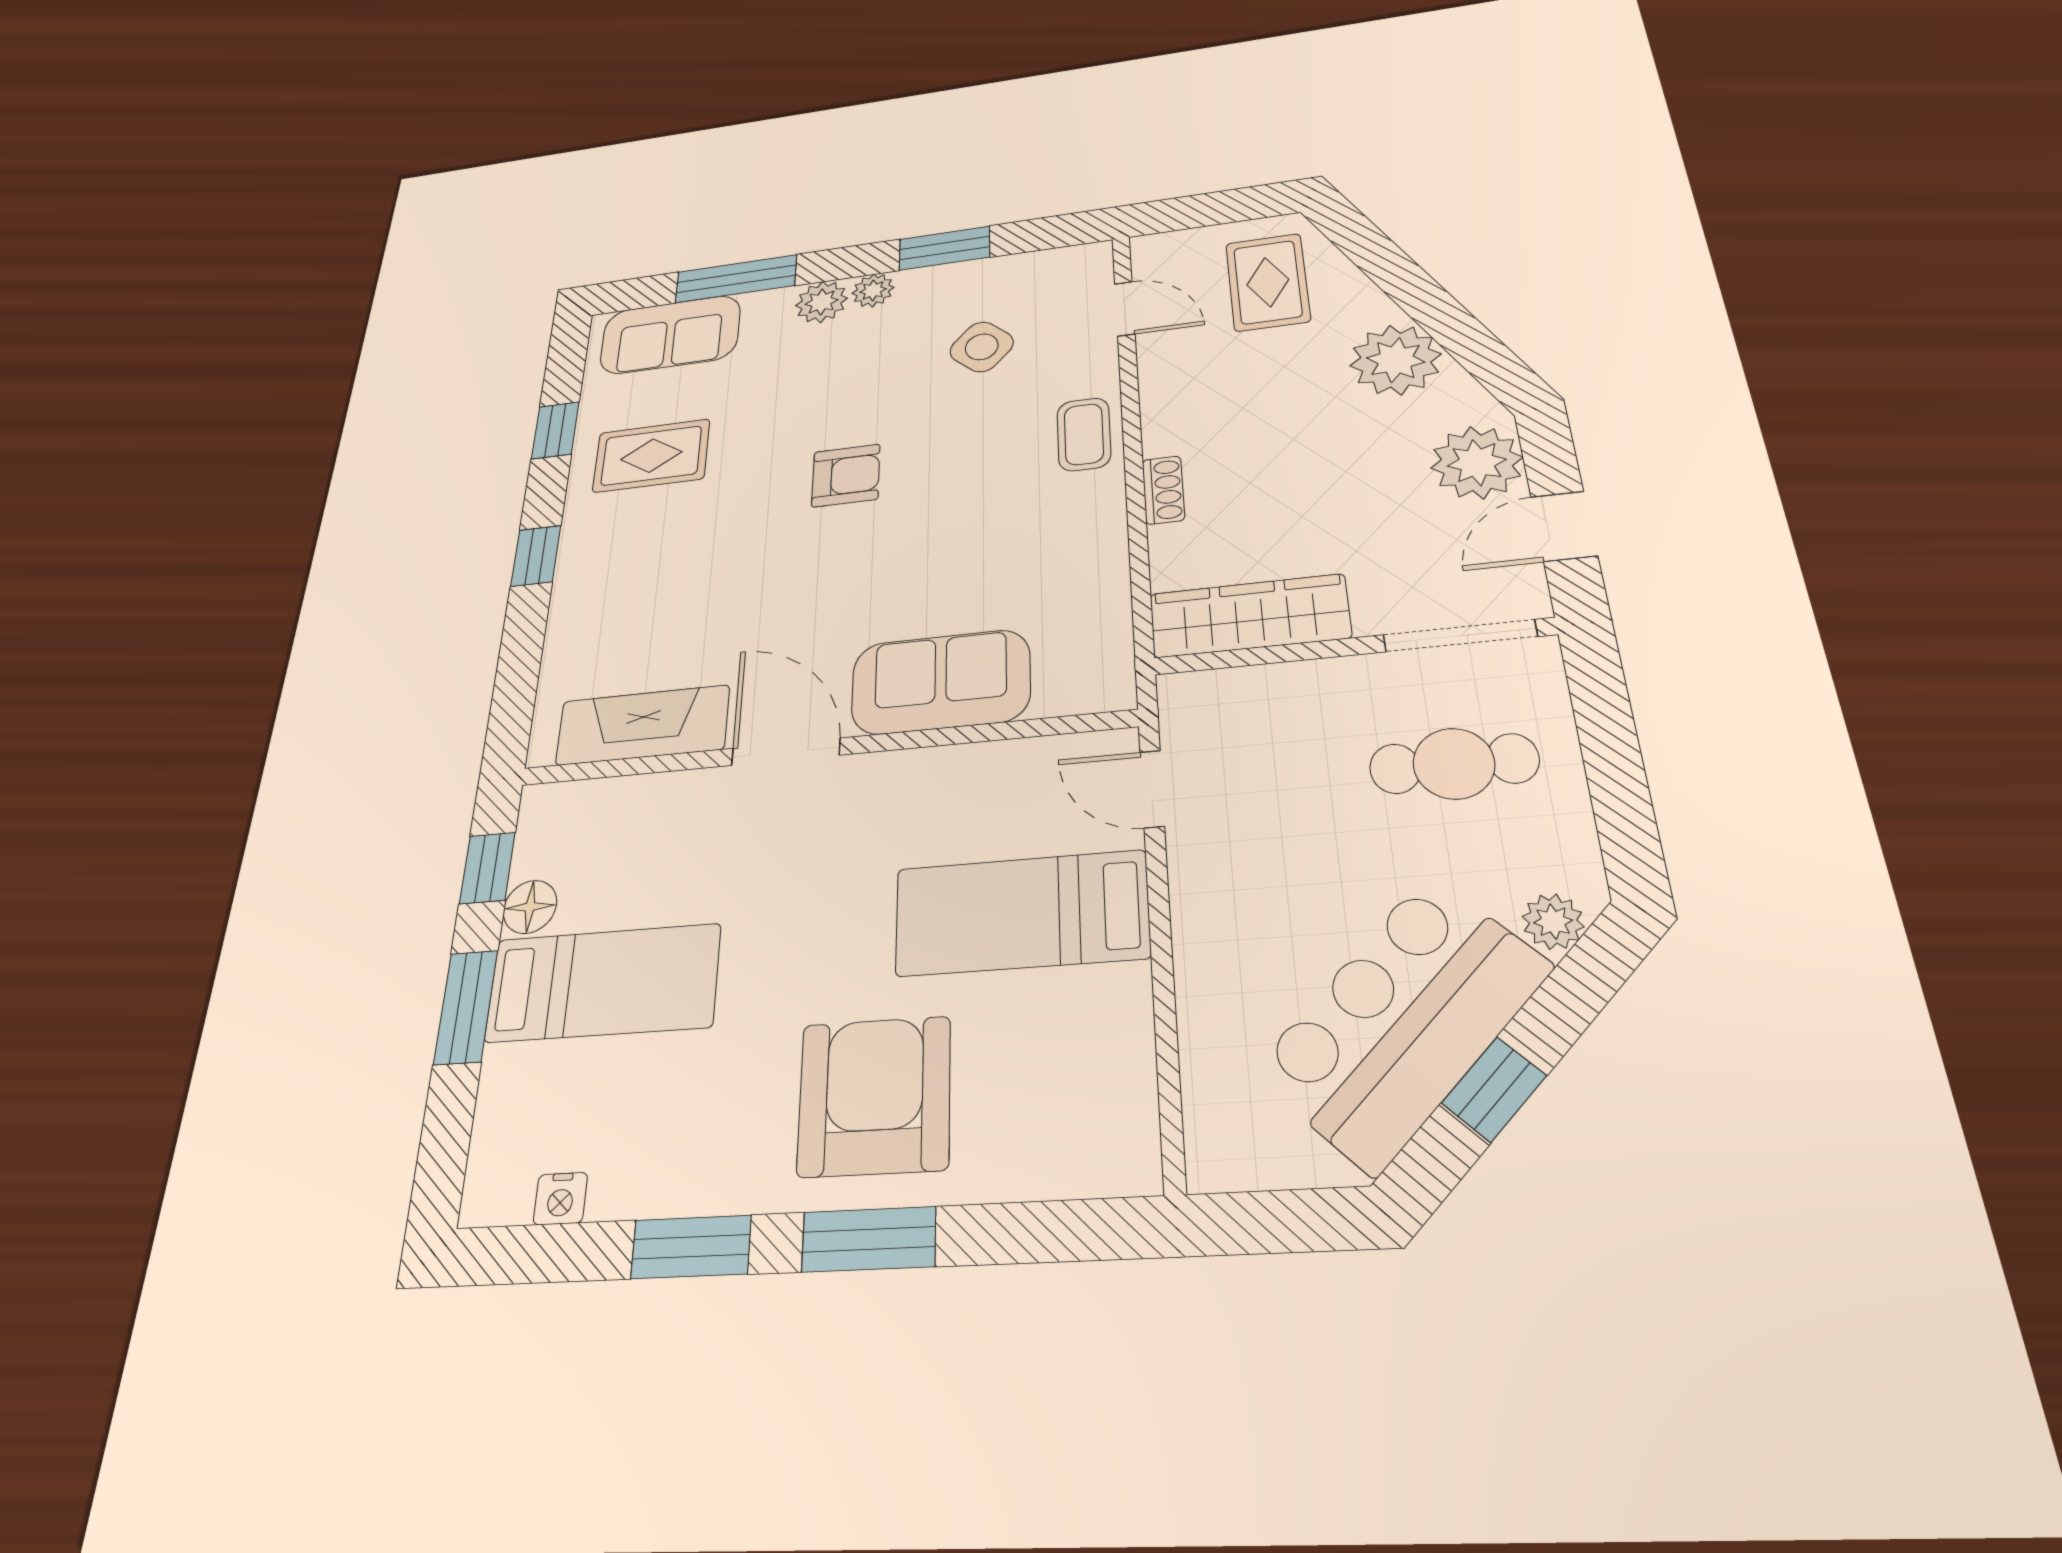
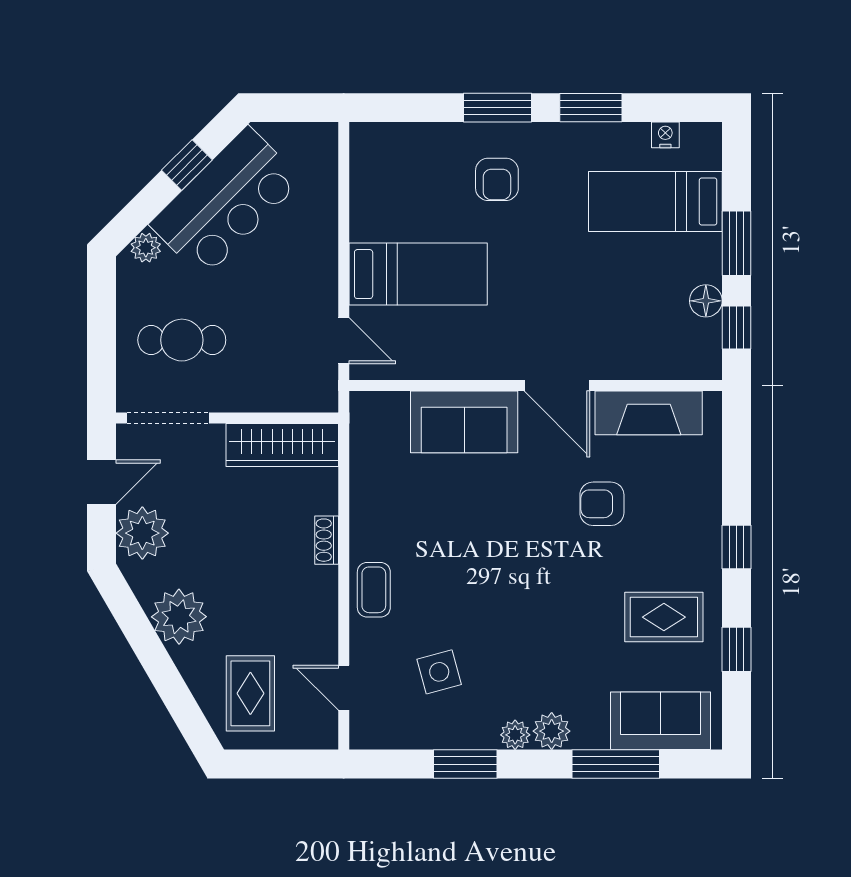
side table: (982, 347) -> (439, 672), turned 33
armchair: (846, 476) -> (602, 504), moved
bed: (603, 983) -> (655, 201), moved
armchair: (874, 1096) -> (497, 179), width x0.53, depth x0.53

